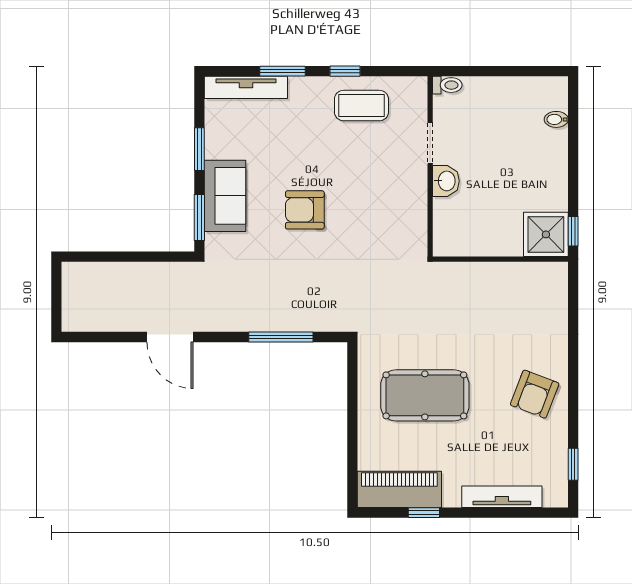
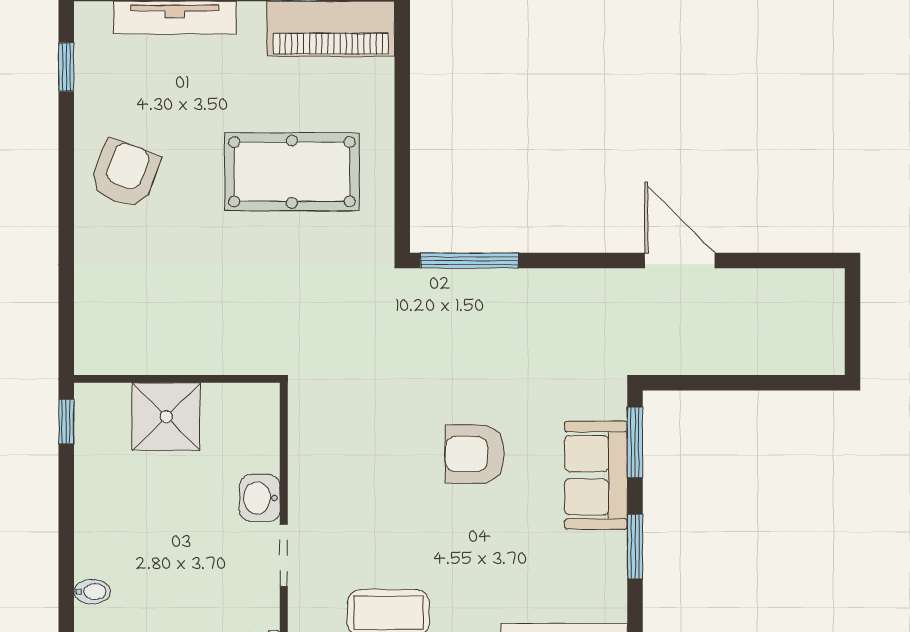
armchair: (305, 210) -> (475, 454), turned 180
shower: (546, 234) -> (166, 417), moved
window: (281, 337) -> (469, 261), moved

